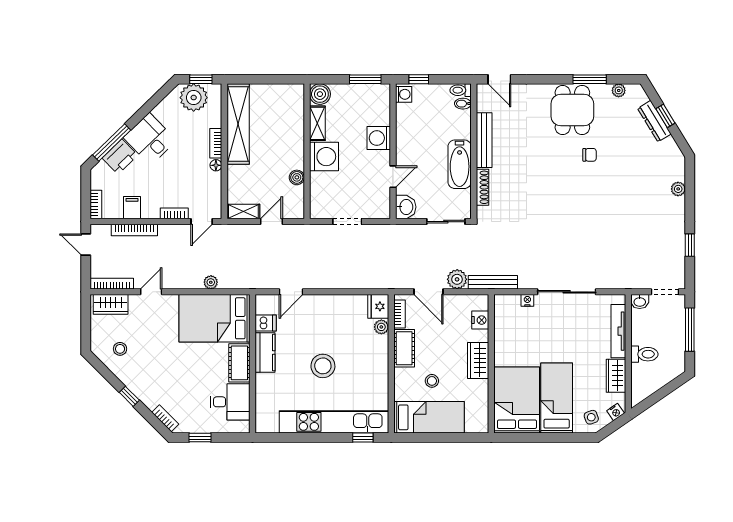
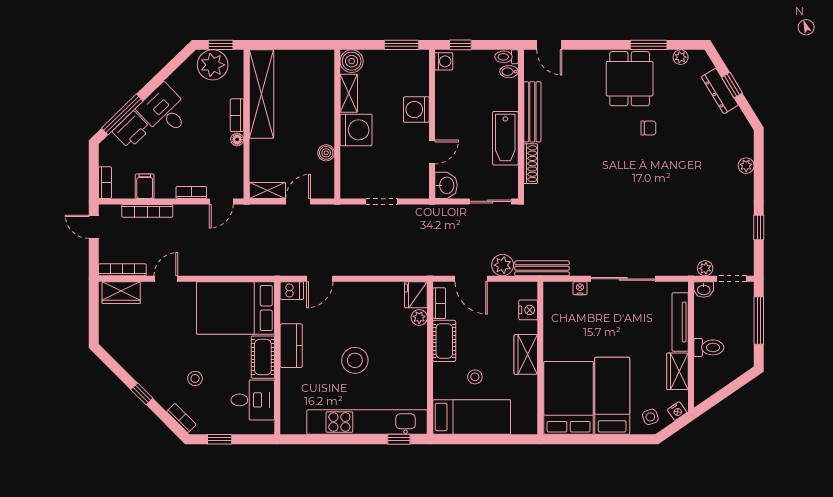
plant: (211, 282) -> (705, 268), moved
dishwasher: (266, 323) -> (292, 291), moved
stool: (120, 349) -> (195, 378), moved

